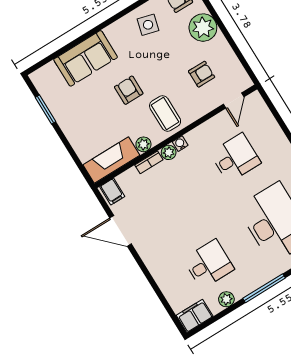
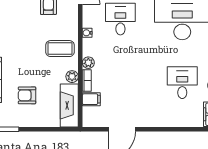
armchair: (129, 90) -> (27, 95), moved
water cooler: (180, 144) -> (87, 33), moved
filing cabinet: (112, 192) -> (91, 99), moved

